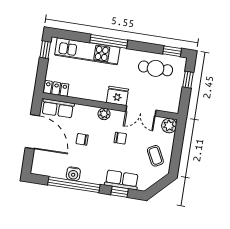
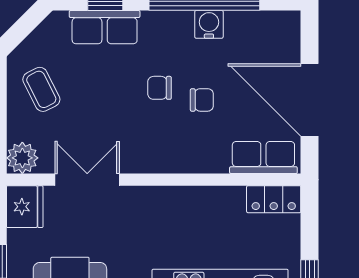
fridge: (117, 96) -> (25, 207), moved, turned -90
plant: (104, 114) -> (164, 161), removed
chair: (120, 138) -> (159, 88), moved

